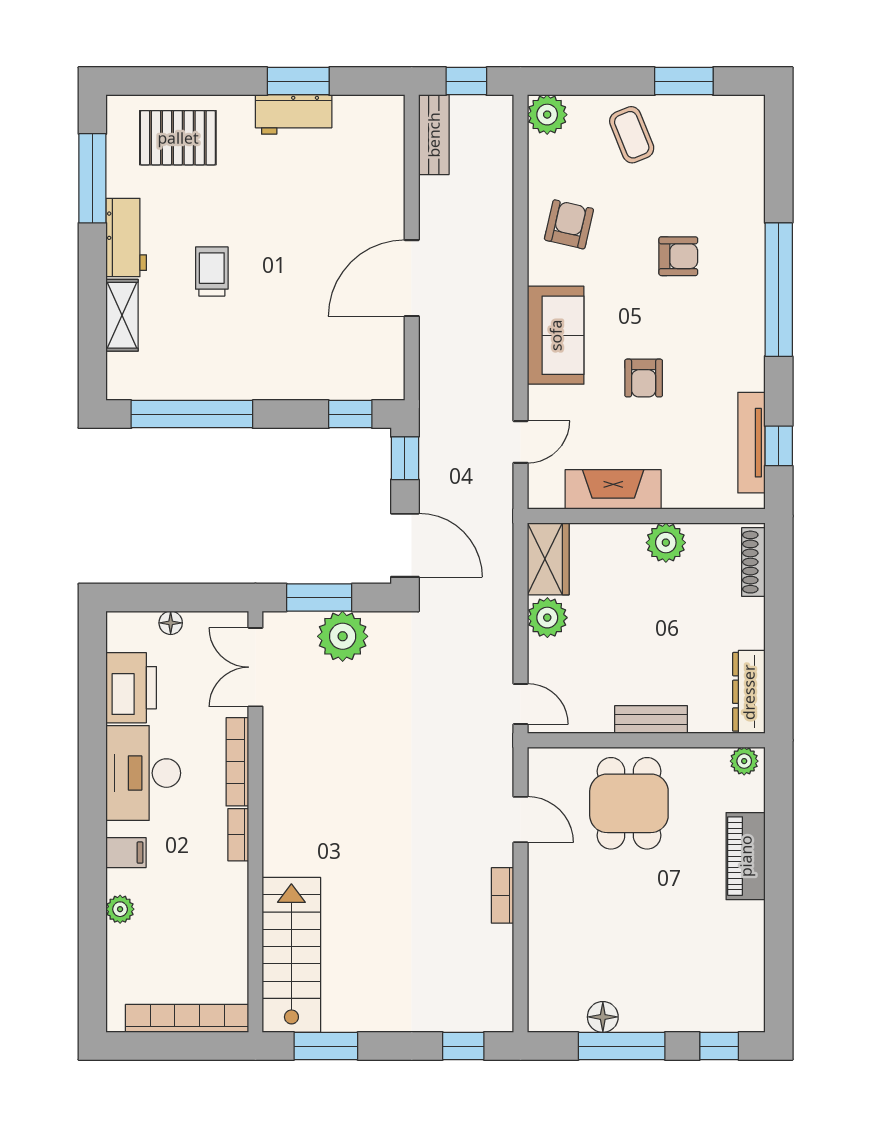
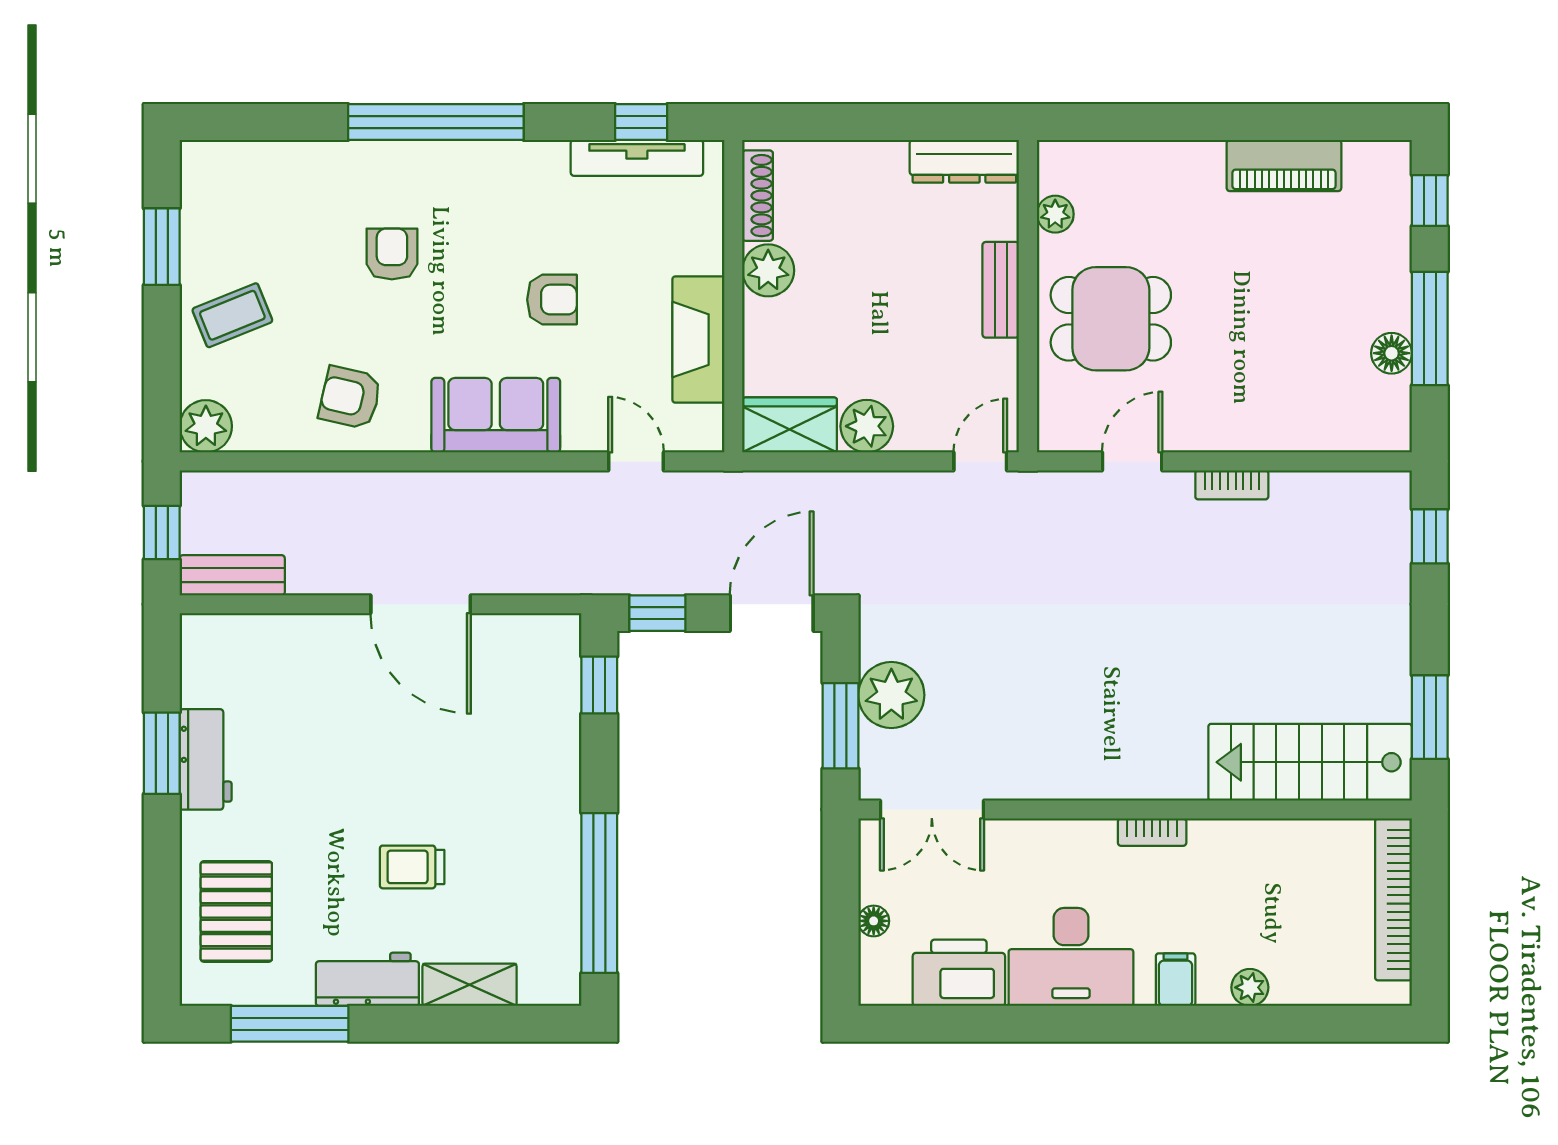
shoe rack: (753, 562) -> (758, 196), moved, turned -90
plant: (744, 761) -> (1055, 214), moved
bookcase: (237, 762) -> (1056, 833), removed
piano: (746, 856) -> (1284, 166), moved

